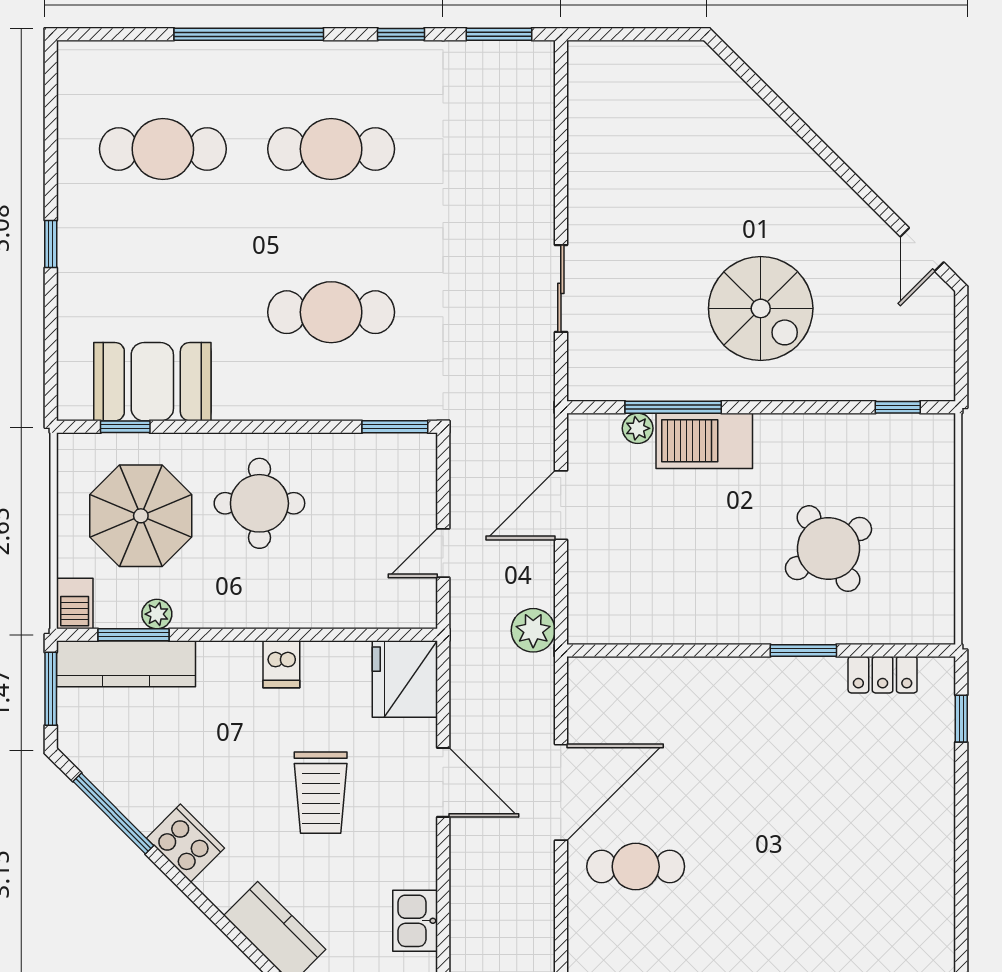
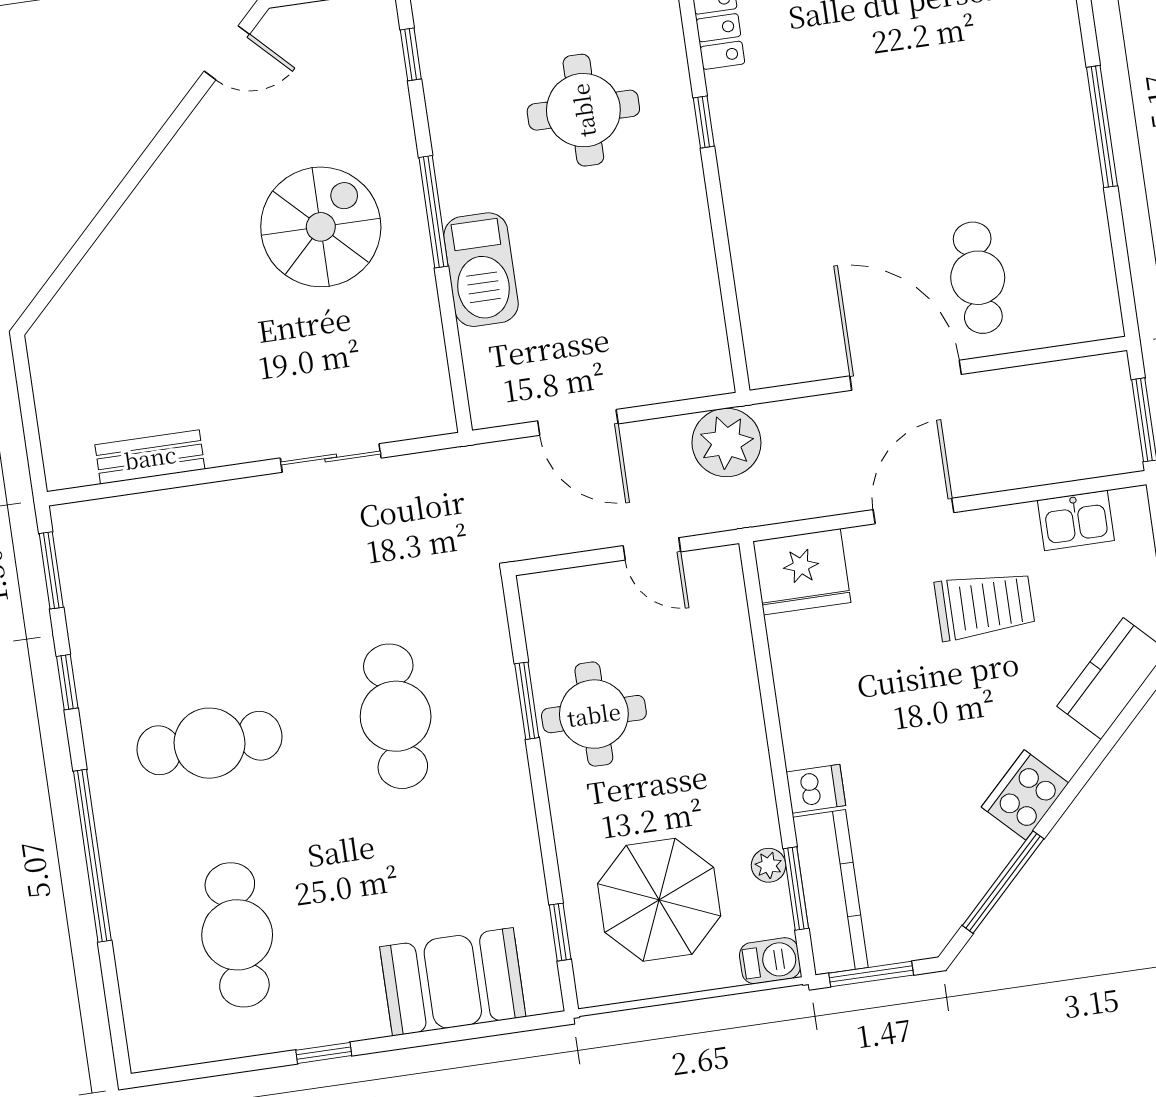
bench: (584, 133) -> (150, 457), added
cafe table: (331, 149) -> (209, 743), turned 90
window: (51, 244) -> (324, 1053), moved
booth: (152, 382) -> (453, 982), moved, turned 90
window: (673, 407) -> (433, 212), moved
window: (395, 427) -> (527, 701), moved
plant: (638, 428) -> (478, 348), removed
round table: (259, 503) -> (594, 714), moved
round table: (828, 549) -> (583, 110), turned 32
plant: (533, 630) -> (726, 443), width x1.36, depth x1.36
window: (803, 650) -> (704, 122), width x0.67
dishwasher: (281, 664) -> (816, 789), moved
trolley: (321, 793) -> (985, 605), moved

